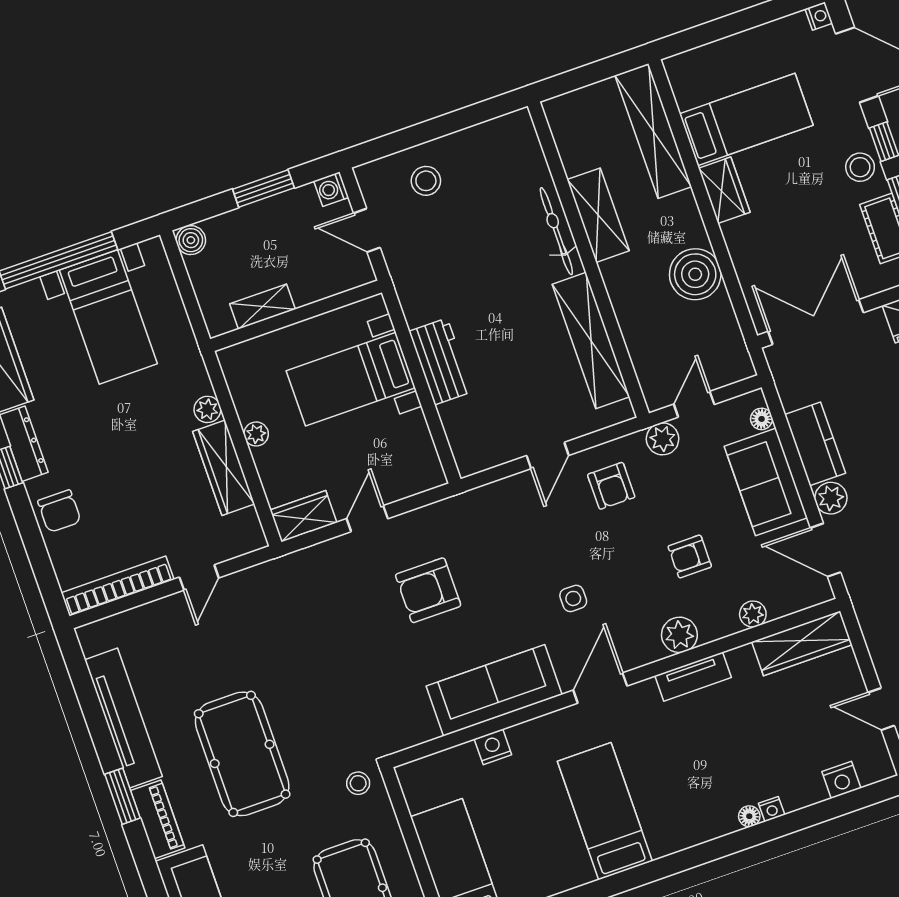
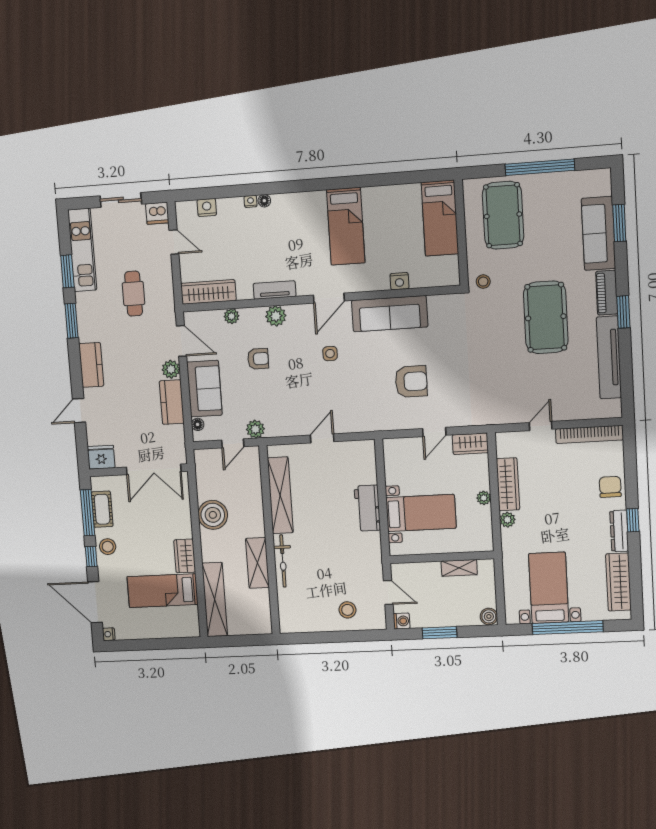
armchair: (611, 486) -> (291, 411), removed

